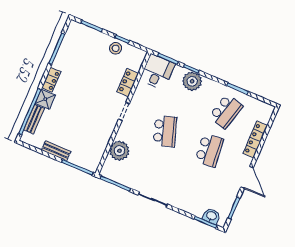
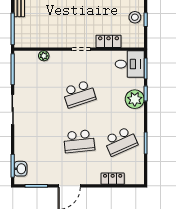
school desk: (226, 111) -> (121, 141), turned -39
locker: (255, 139) -> (113, 179), width x0.66
plant: (119, 151) -> (44, 56), width x0.53, depth x0.53

